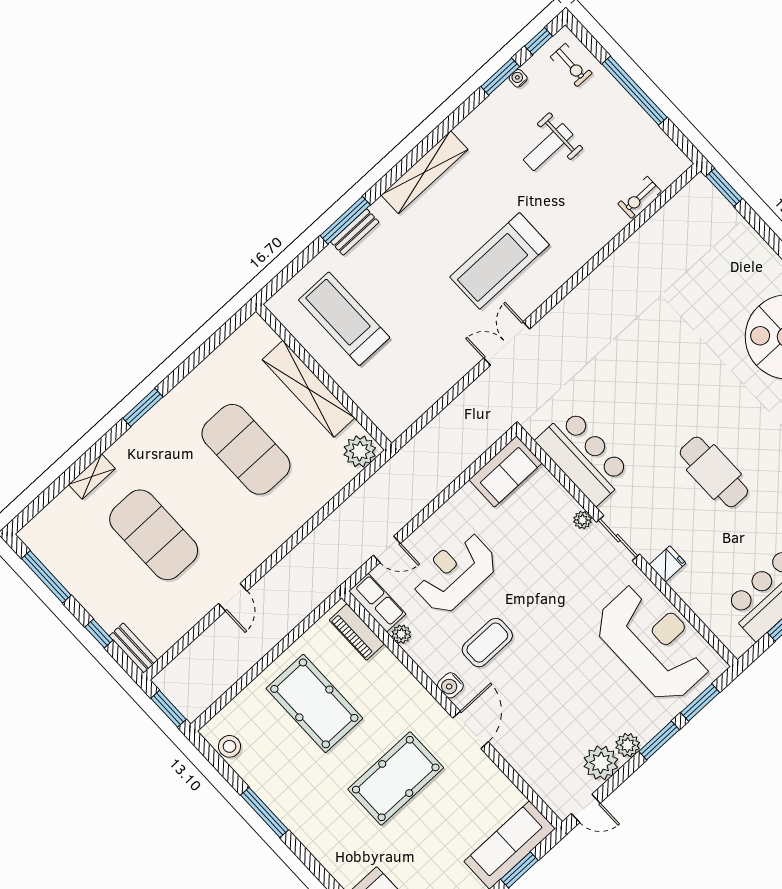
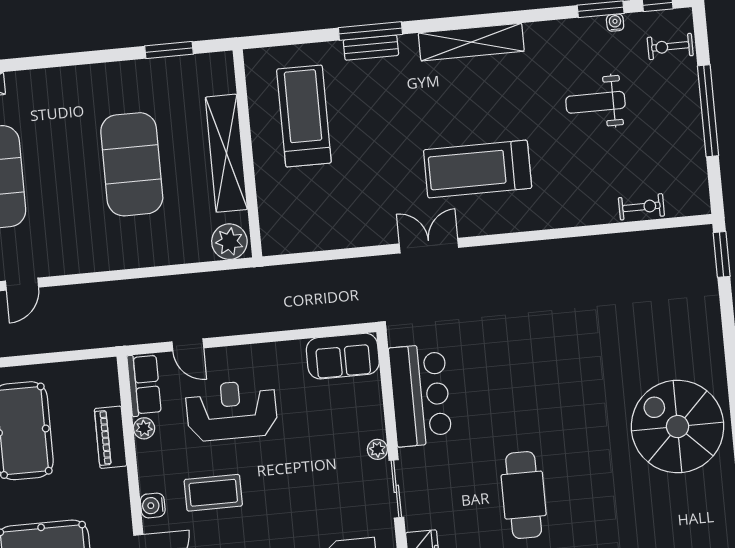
exercise bike: (571, 65) -> (670, 46), turned 89
exercise bike: (639, 197) -> (641, 207), turned 180
window: (143, 408) -> (169, 50), moved
piano: (357, 632) -> (111, 437), moved

